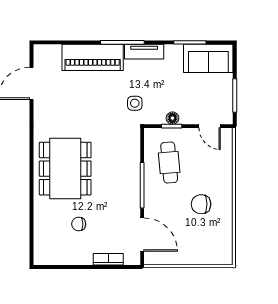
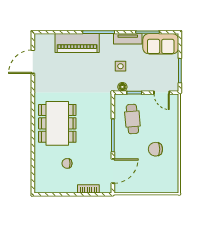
tv unit: (144, 52) -> (128, 39), moved
side table: (135, 103) -> (120, 66), moved
floor lamp: (172, 118) -> (122, 87), moved
door: (142, 235) -> (113, 171), hinge flipped

